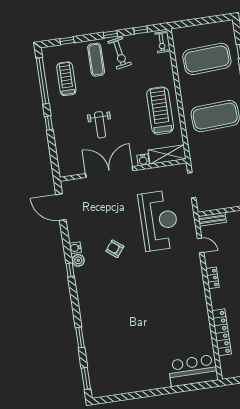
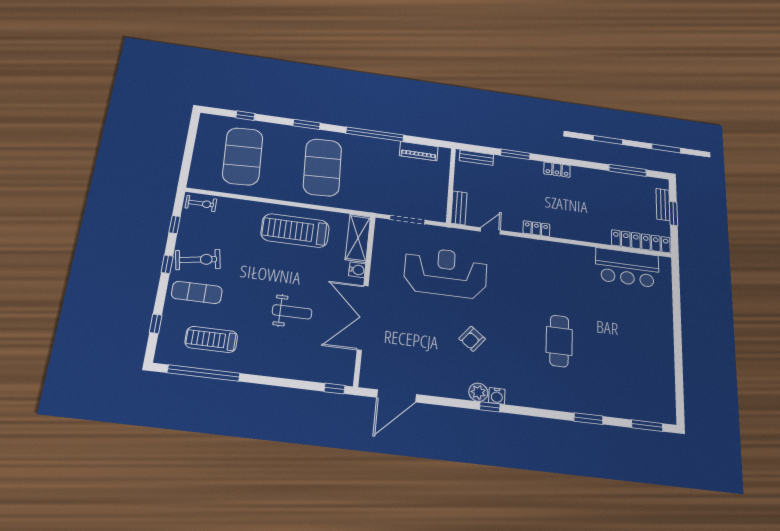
window: (49, 123) -> (334, 389), moved
water cooler: (75, 248) -> (497, 396), moved
cafe table: (130, 309) -> (559, 341), added
locker: (222, 332) -> (641, 241), moved
bar counter: (193, 371) -> (627, 268), moved, turned -90

